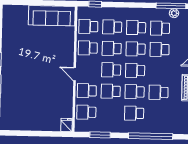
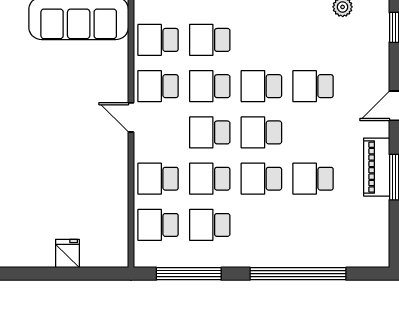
school desk: (136, 28) -> (261, 40), removed
school desk: (160, 28) -> (313, 40), removed
door: (75, 74) -> (131, 117), moved
school desk: (134, 113) -> (210, 225), moved
fridge: (66, 125) -> (67, 253), moved
window: (100, 135) -> (189, 274), width x1.44

